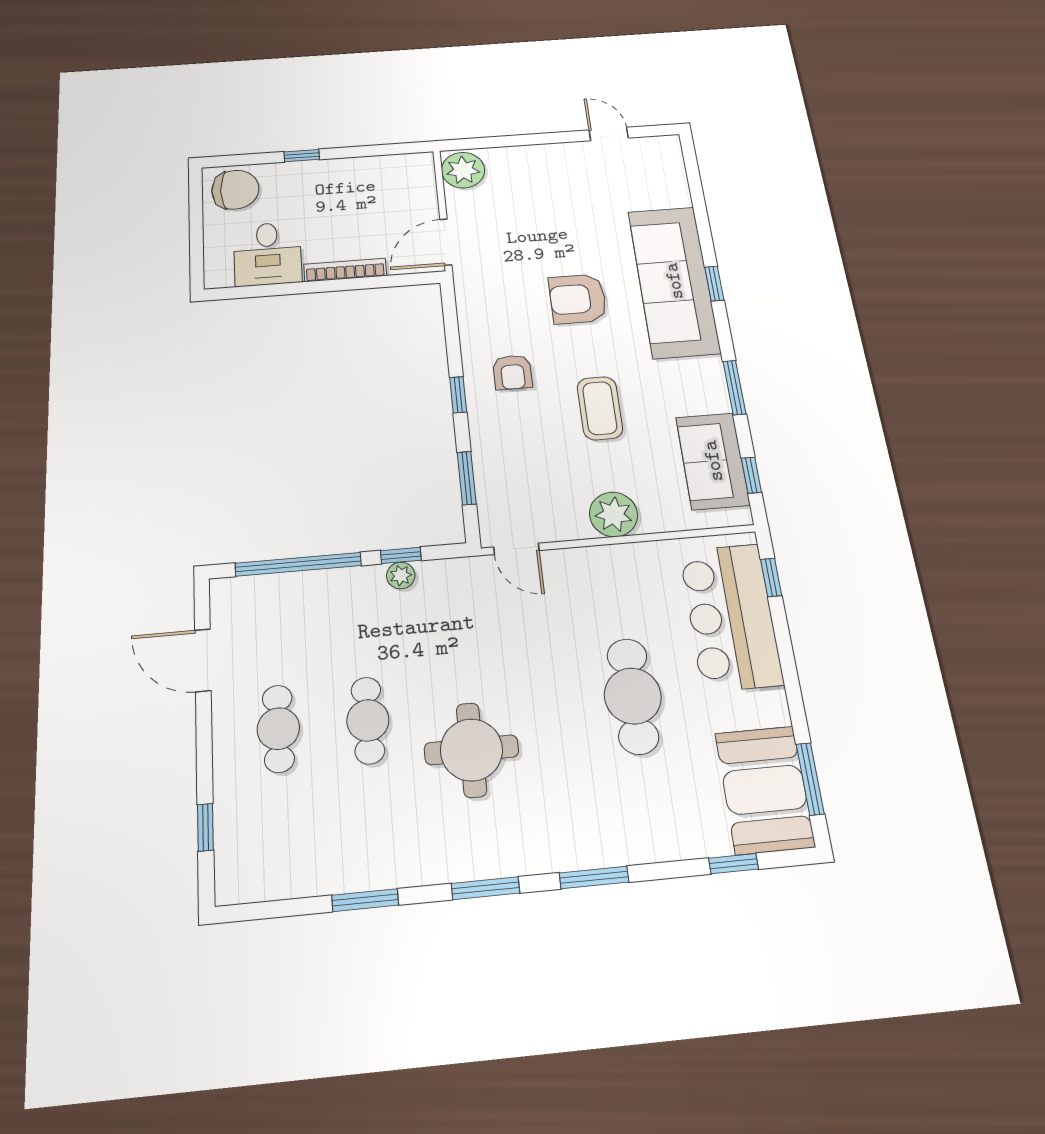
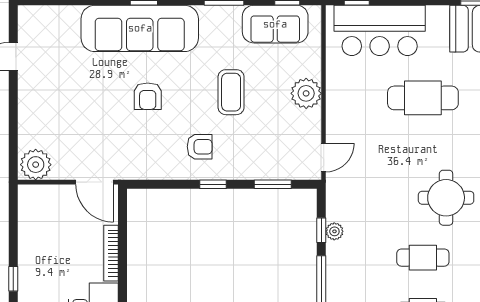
armchair: (578, 299) -> (148, 96), width x0.72, depth x0.72
coffee table: (600, 408) -> (231, 92), turned 90

